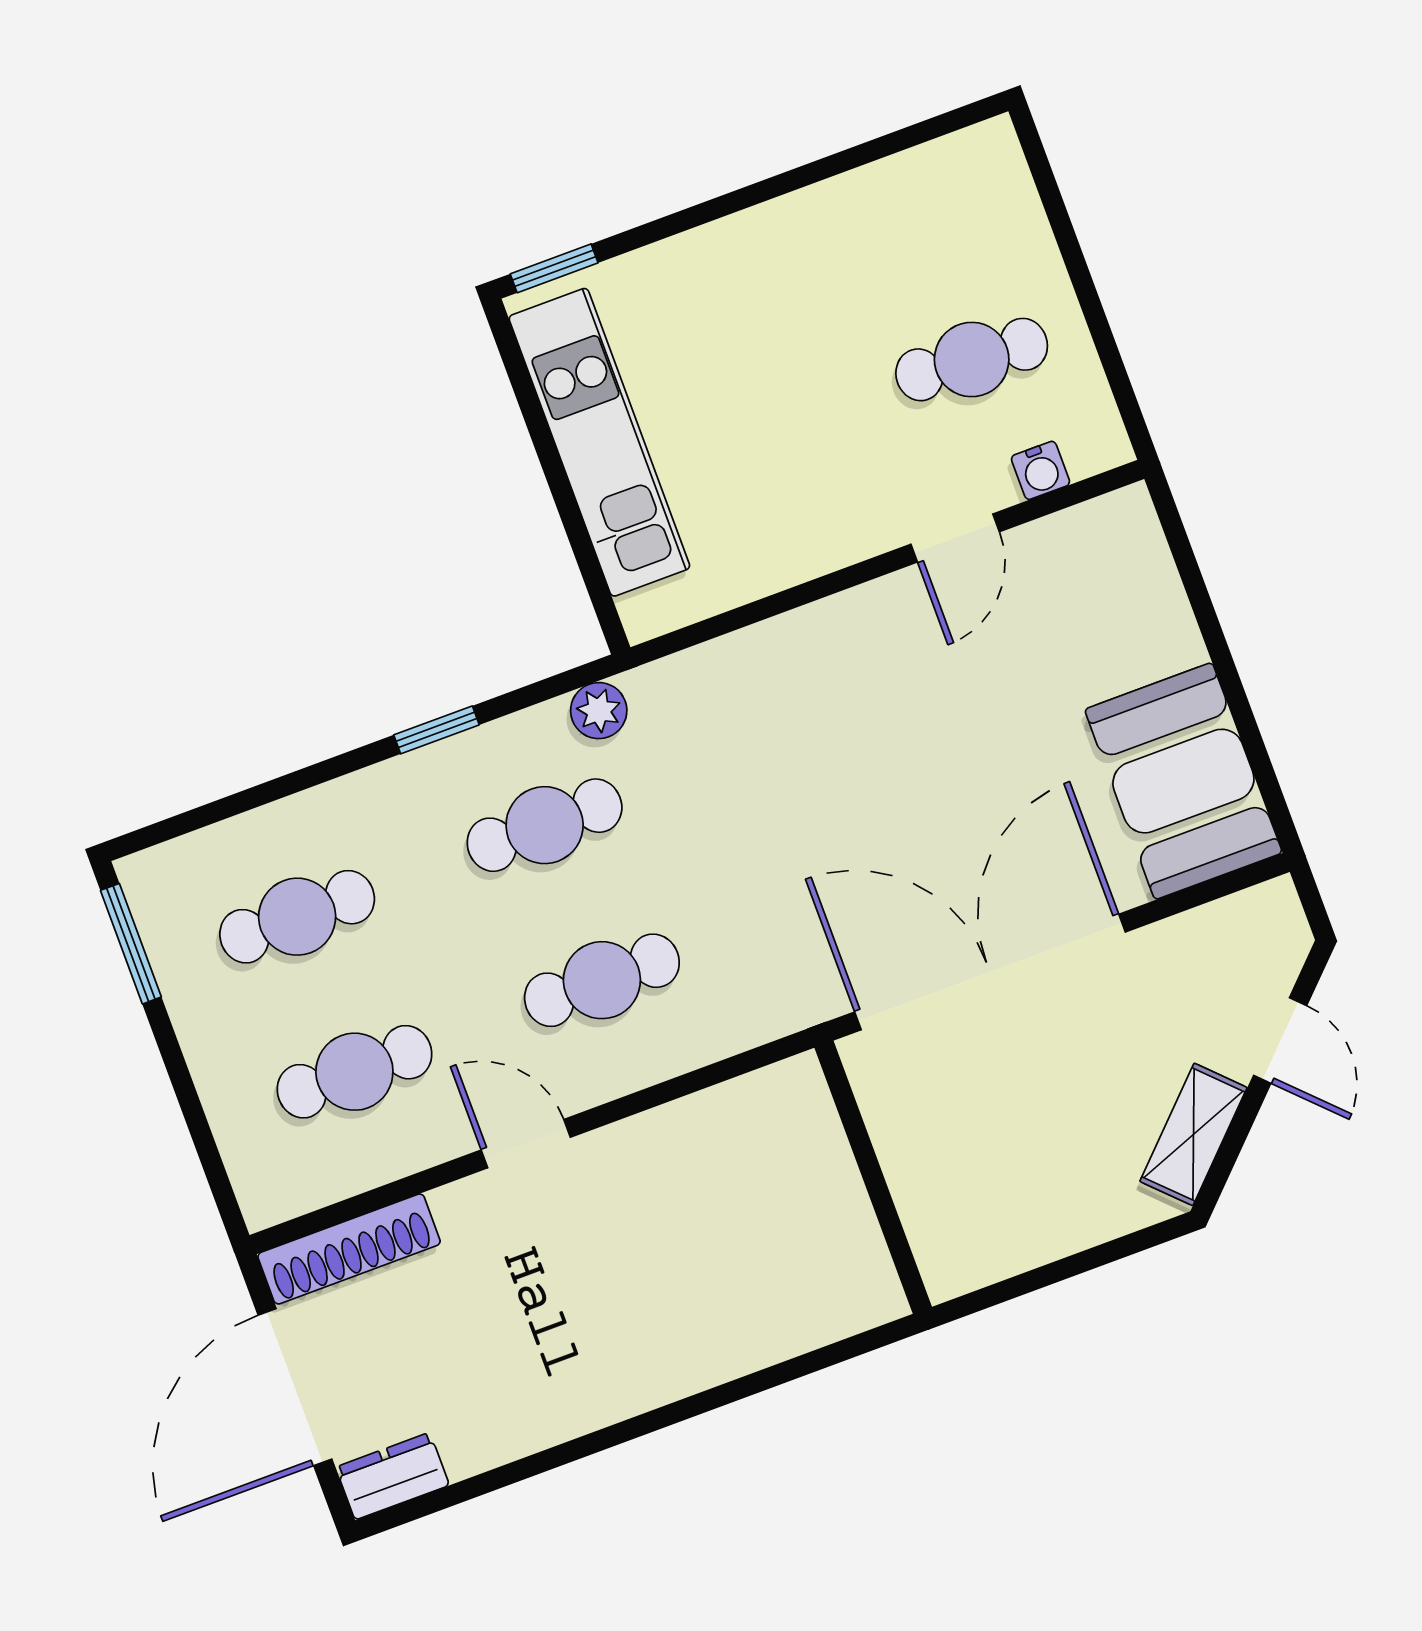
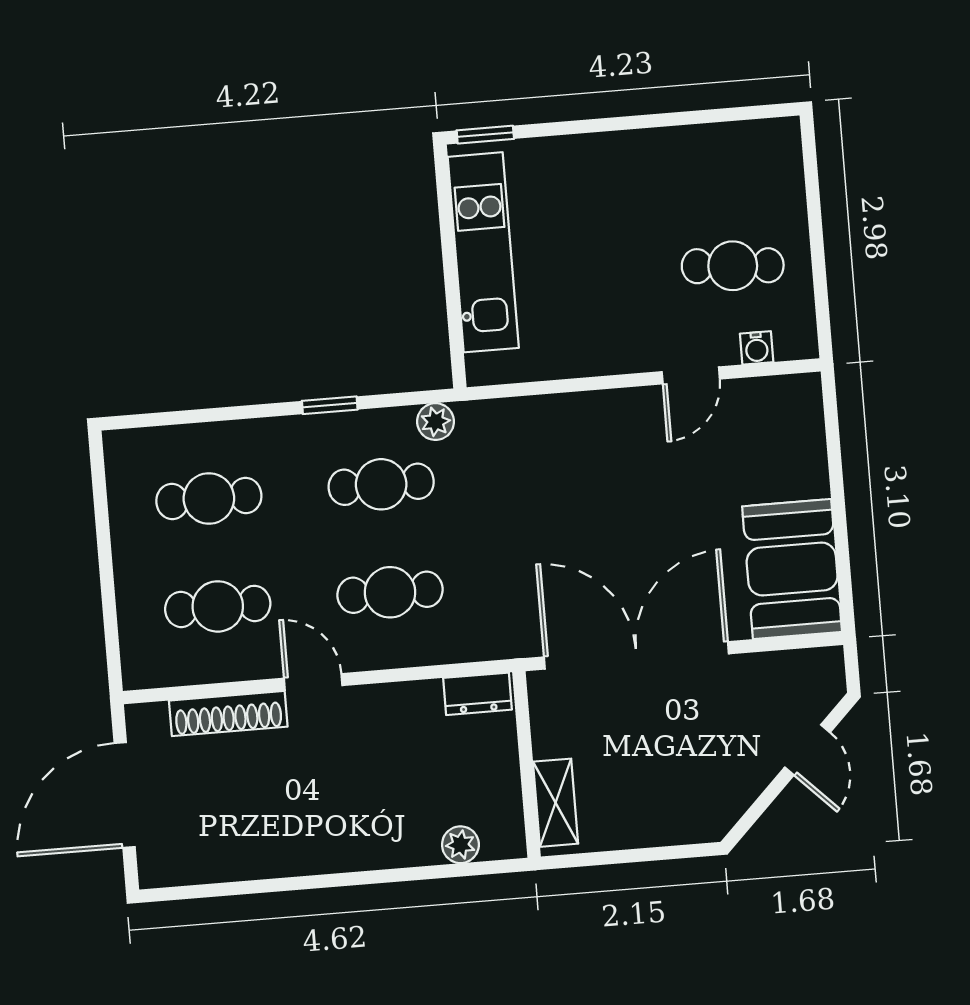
window: (131, 944) -> (99, 486), removed
shelving: (1194, 1134) -> (556, 803), moved, turned -45
shoe rack: (349, 1249) -> (228, 714), moved
plant: (809, 1322) -> (460, 845), added
dresser: (392, 1476) -> (478, 694), moved, turned 180

